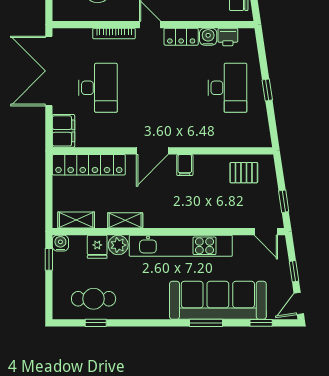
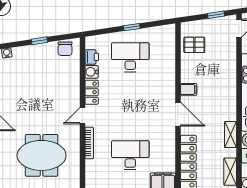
pallet: (244, 173) -> (194, 45), turned 90

